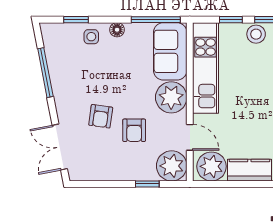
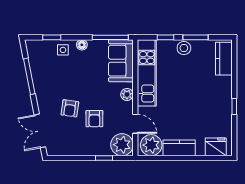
plant: (171, 97) -> (127, 94), width x0.53, depth x0.53

